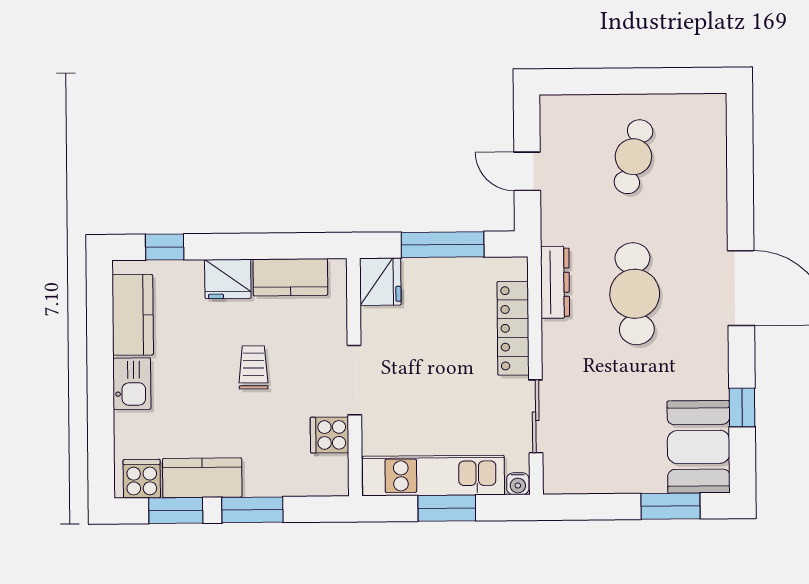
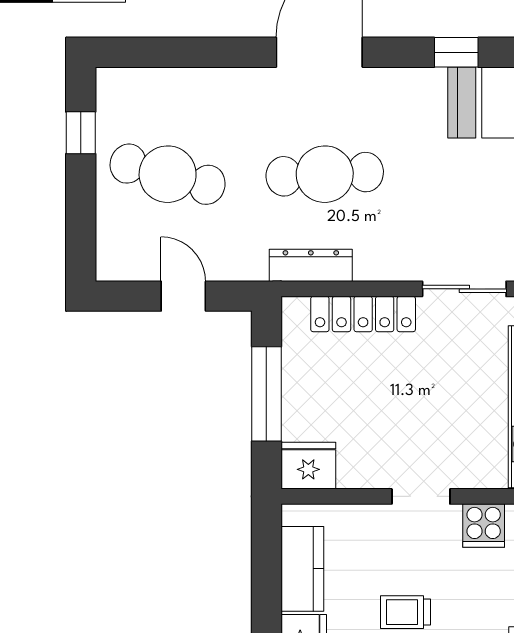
window: (669, 81) -> (81, 133), added
cafe table: (633, 157) -> (168, 174), width x1.37, depth x1.35
door: (527, 171) -> (183, 296), swing flipped
doorway: (354, 380) -> (421, 496), width x0.73

